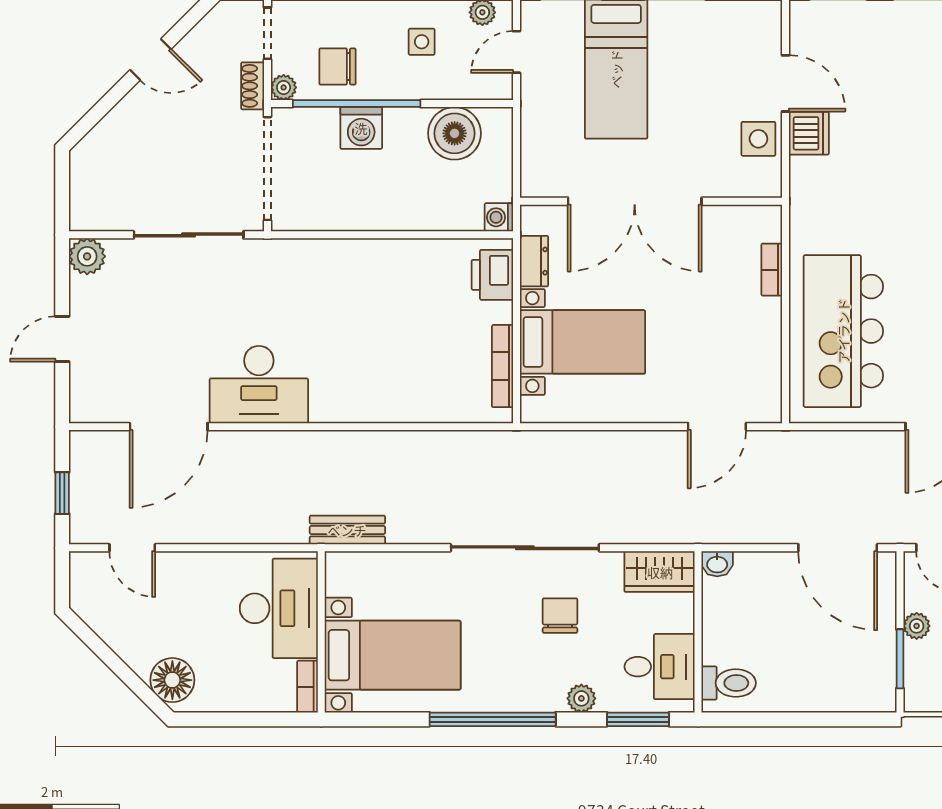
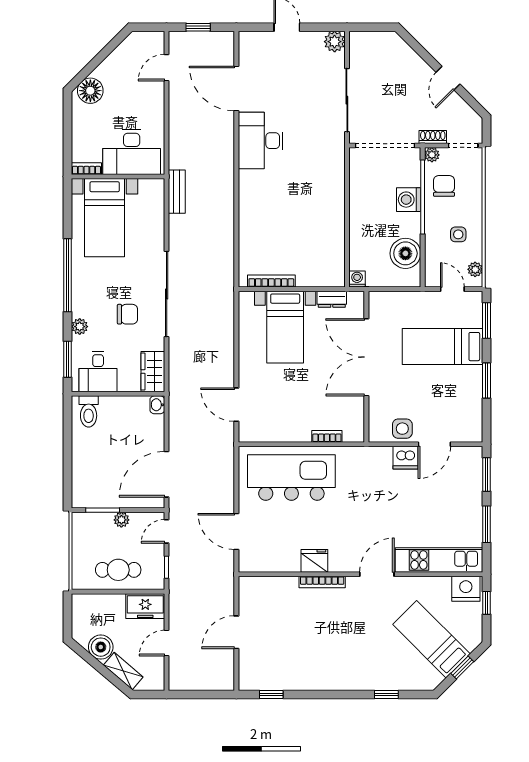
printer: (492, 275) -> (324, 275), removed

